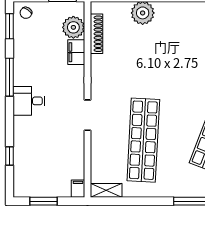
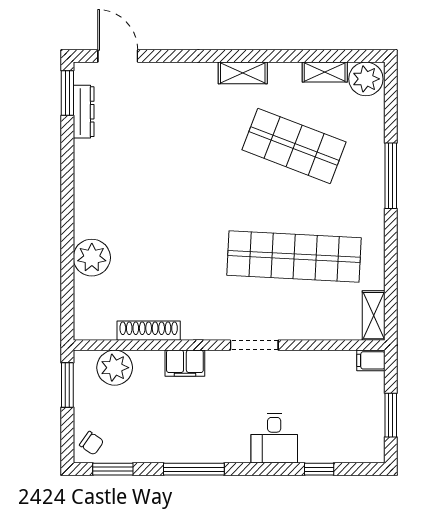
shoe rack: (97, 34) -> (149, 331), moved
filing cabinet: (76, 52) -> (185, 363), moved
desk: (29, 101) -> (274, 438), moved

